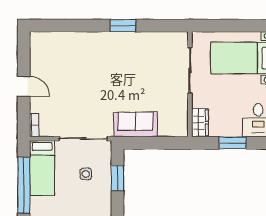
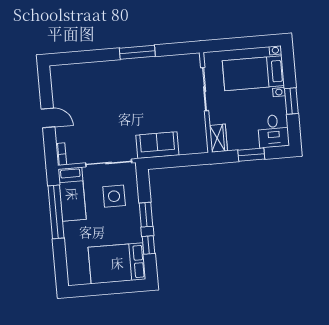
window: (123, 26) -> (137, 52), width x1.44
side table: (86, 174) -> (114, 196), width x1.87, depth x1.87
window: (117, 178) -> (146, 215), moved

